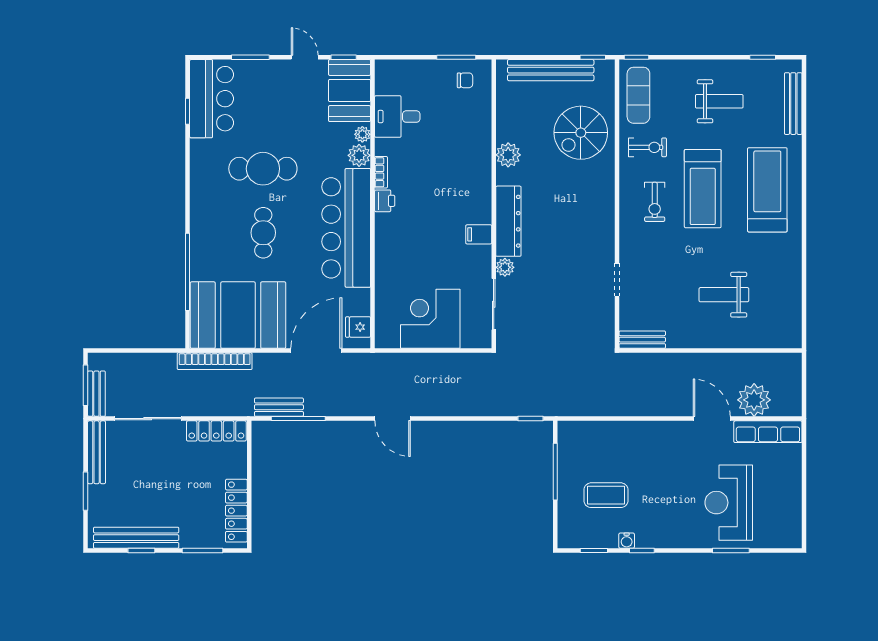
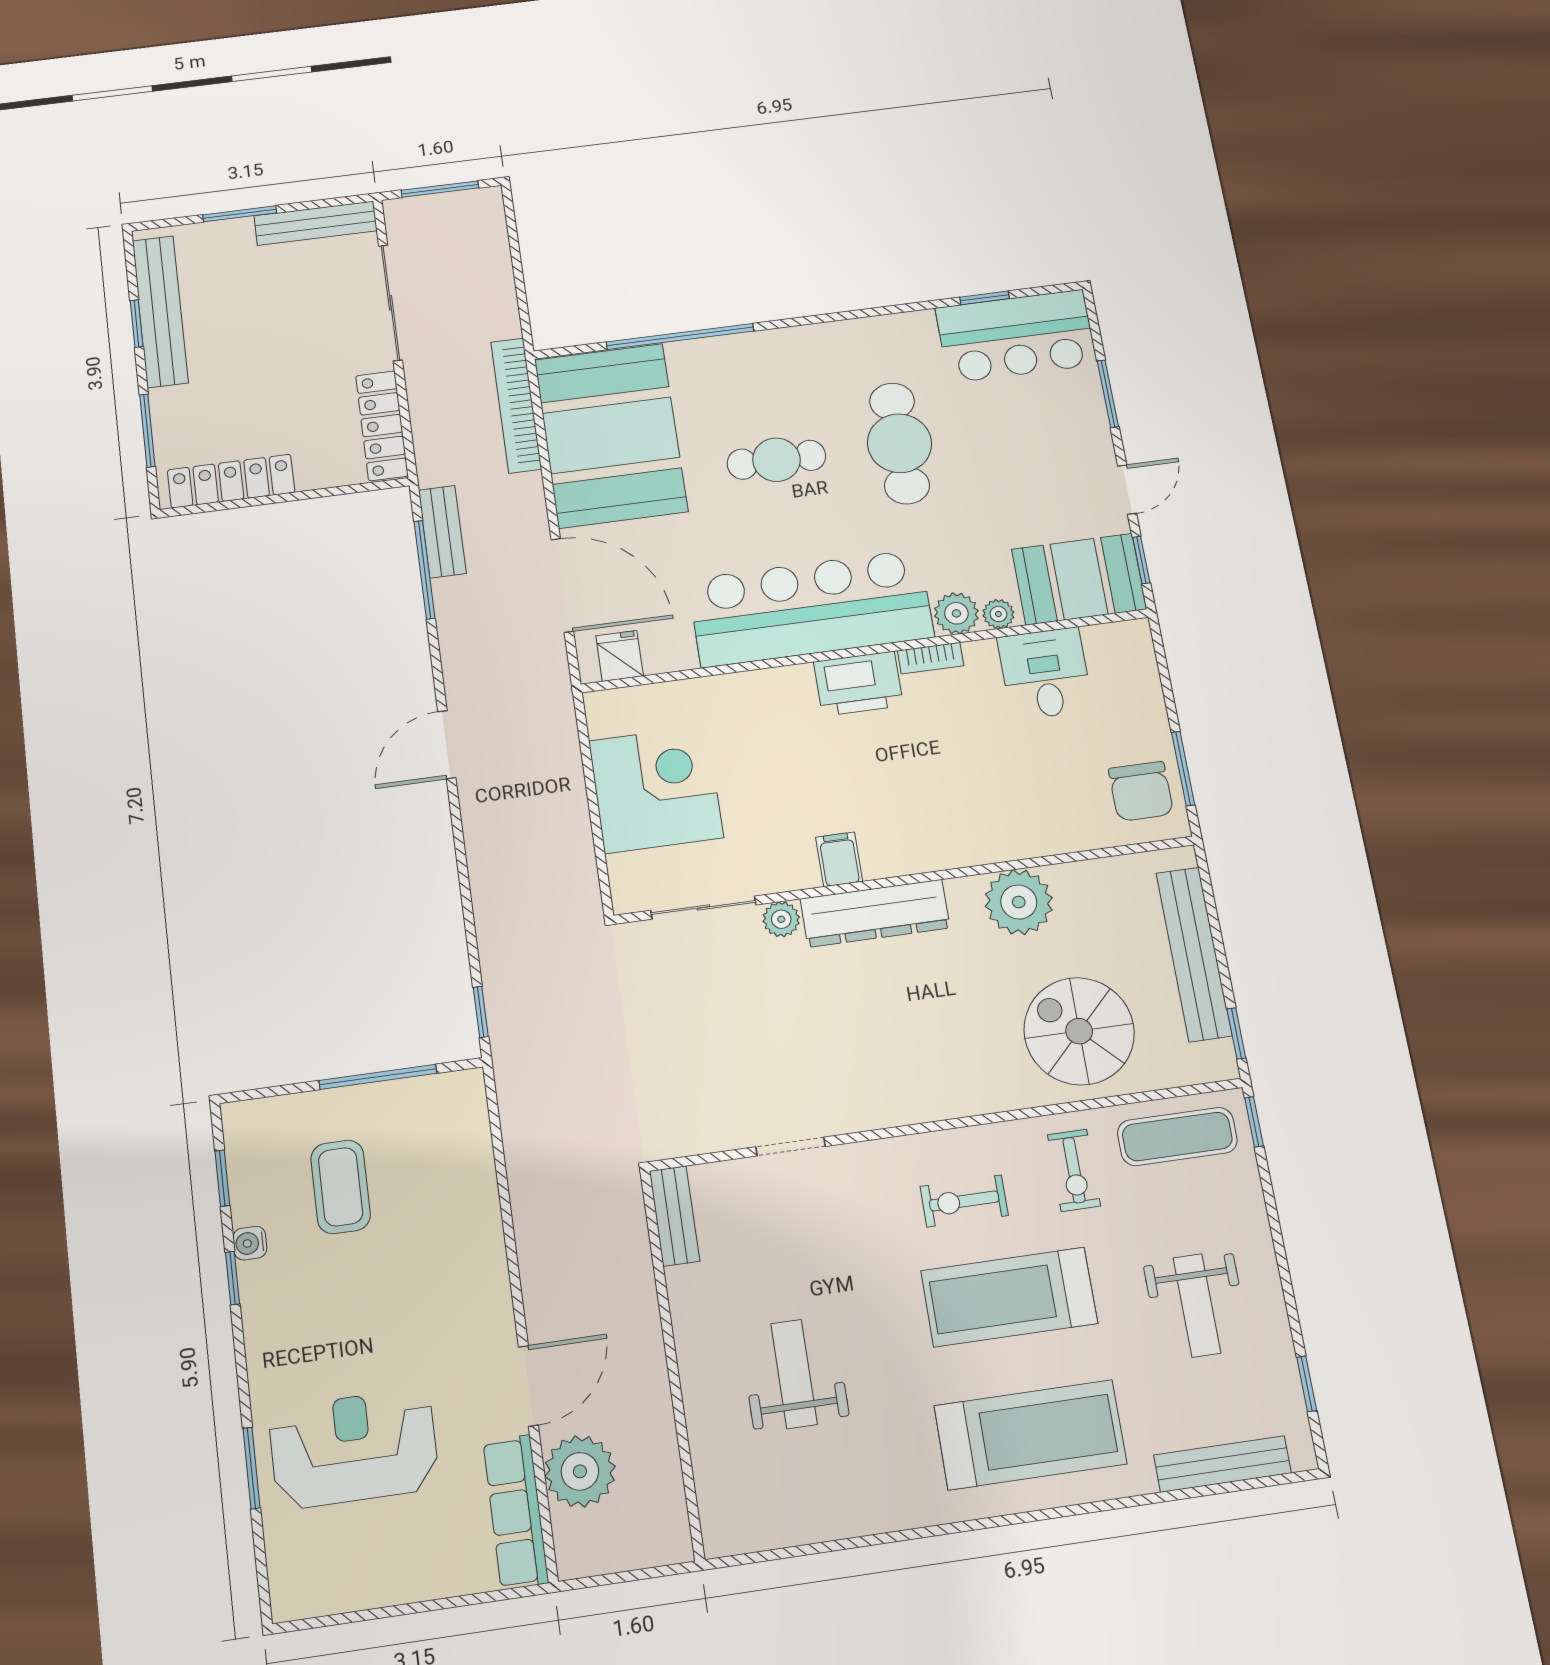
chair: (465, 80) -> (1141, 791), width x1.87, depth x1.87
plant: (508, 155) -> (1019, 902), width x1.36, depth x1.36
printer: (385, 201) -> (858, 684), width x1.87, depth x1.48
bench: (96, 394) -> (427, 209), removed

